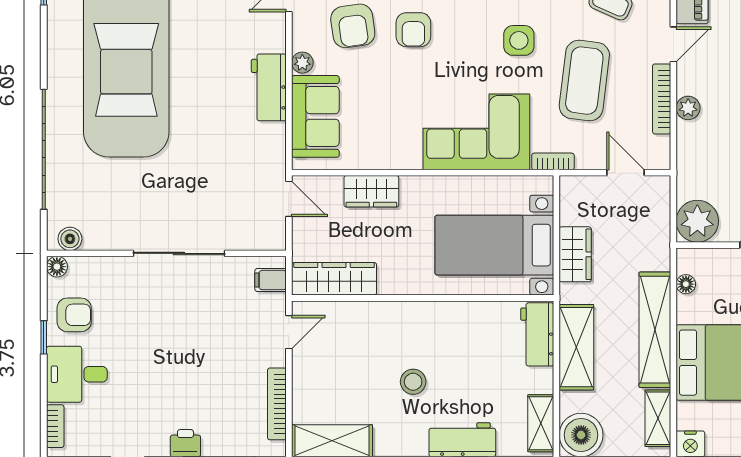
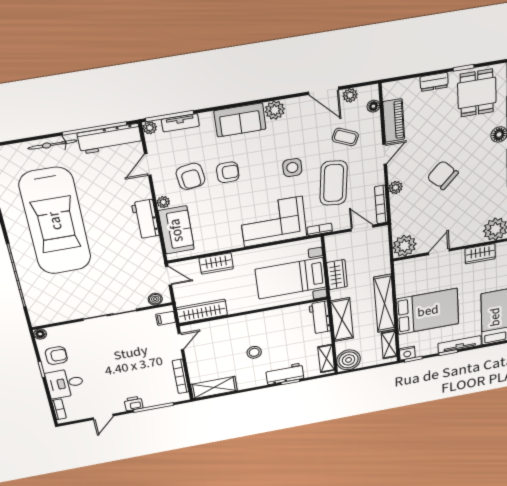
armchair: (413, 30) -> (228, 172), turned -90
bookcase: (662, 99) -> (381, 204), moved
boiler: (70, 239) -> (155, 299), moved
floor lamp: (686, 284) -> (400, 278), removed

